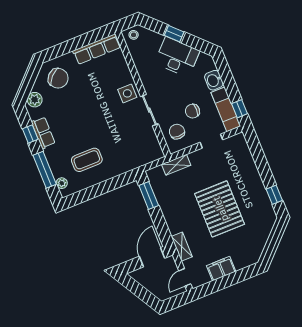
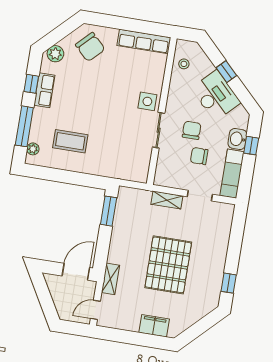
stool: (134, 35) -> (184, 64), moved
window: (240, 109) -> (251, 146), moved
chair: (177, 132) -> (192, 130), moved
shelving: (176, 165) -> (167, 200), moved
filing cabinet: (221, 269) -> (154, 326), moved

